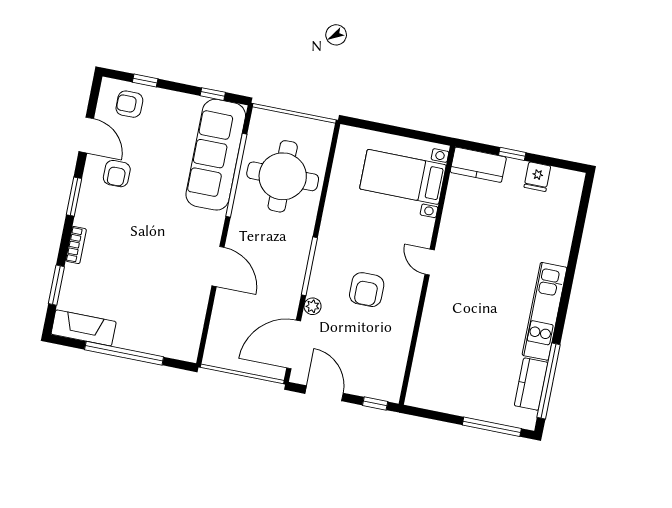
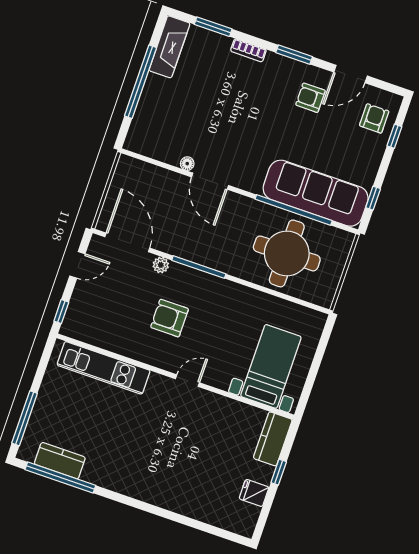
door: (218, 267) -> (210, 181), hinge flipped
floor lamp: (203, 293) -> (187, 164), added
kitchen unit: (544, 311) -> (104, 368), moved, turned 180
door: (324, 393) -> (77, 265), width x0.73

